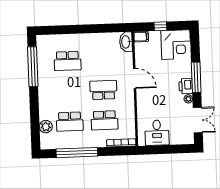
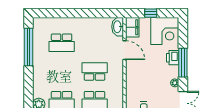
filing cabinet: (141, 37) -> (132, 27), width x2.00
door: (135, 78) -> (124, 50), moved
printer: (186, 86) -> (173, 58), moved

